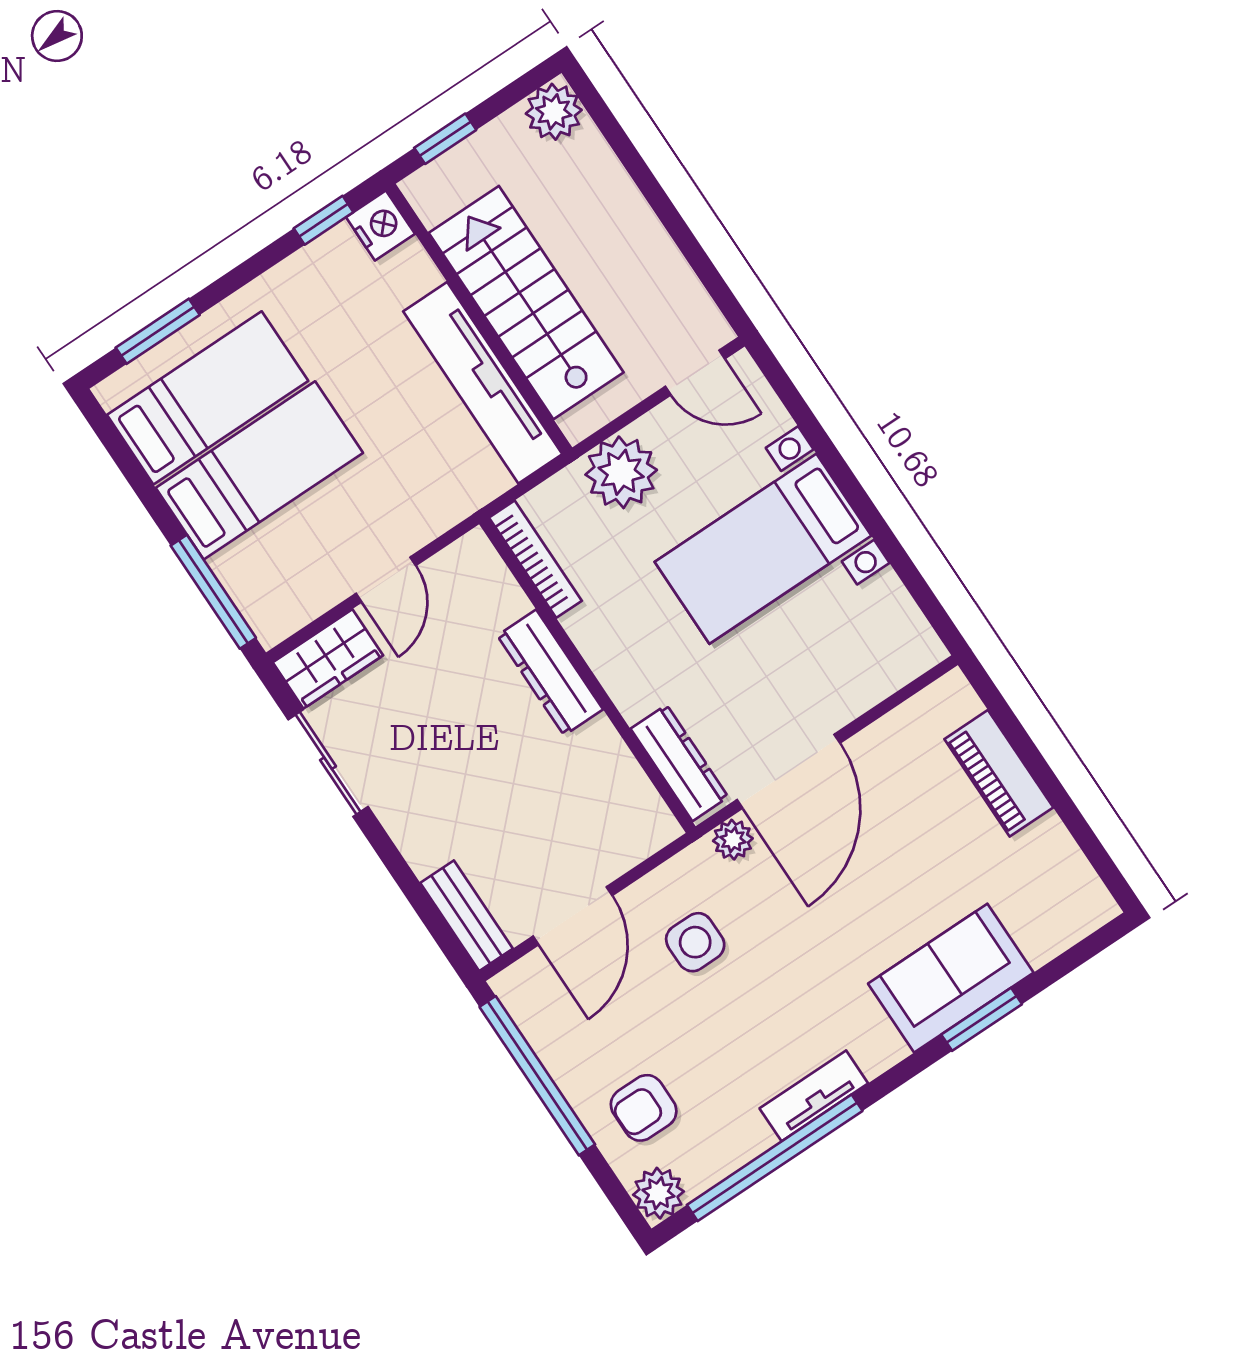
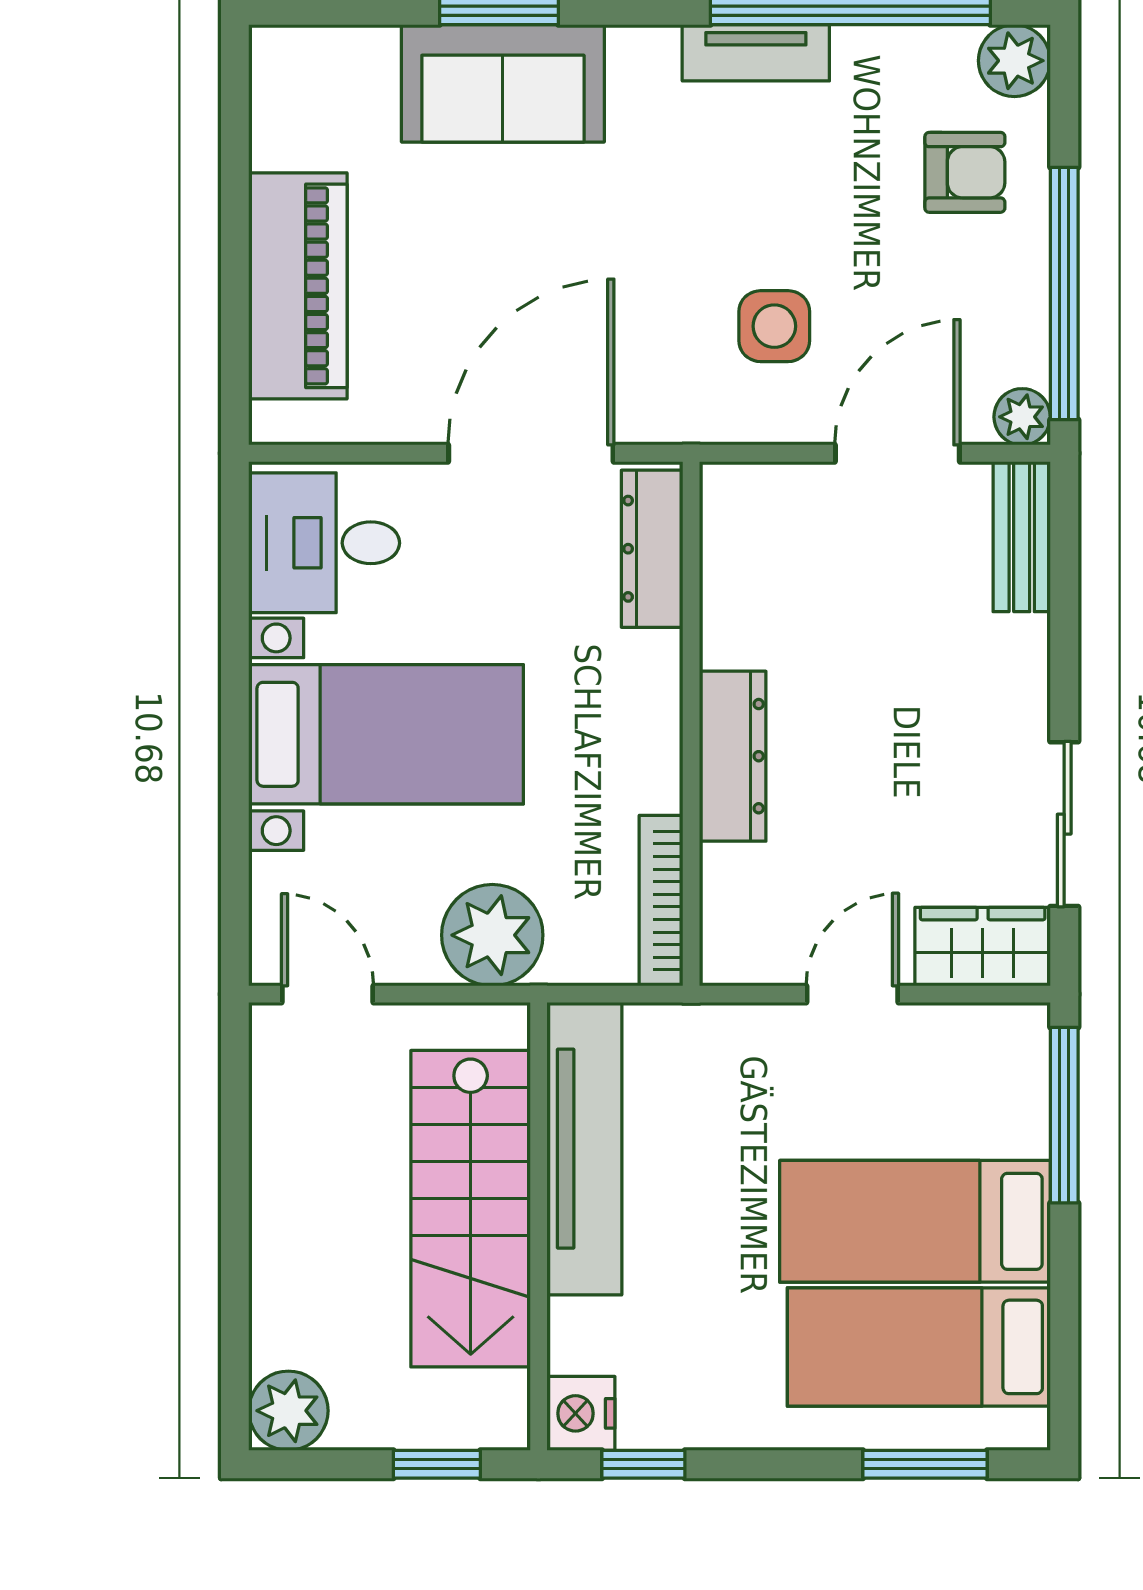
desk: (875, 637) -> (324, 543), added
piano: (999, 773) -> (298, 286), width x1.37, depth x1.33
plant: (733, 840) -> (1022, 417), moved

